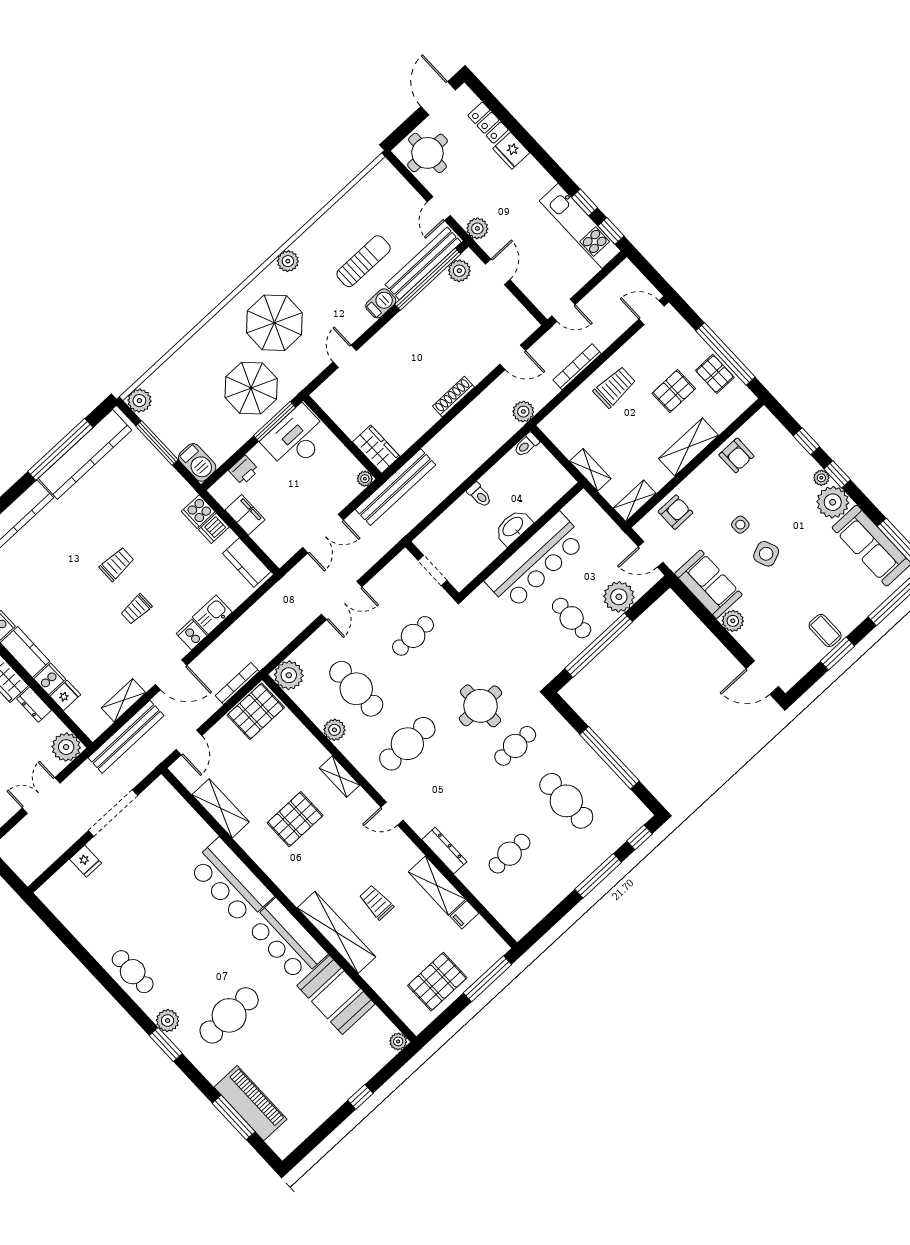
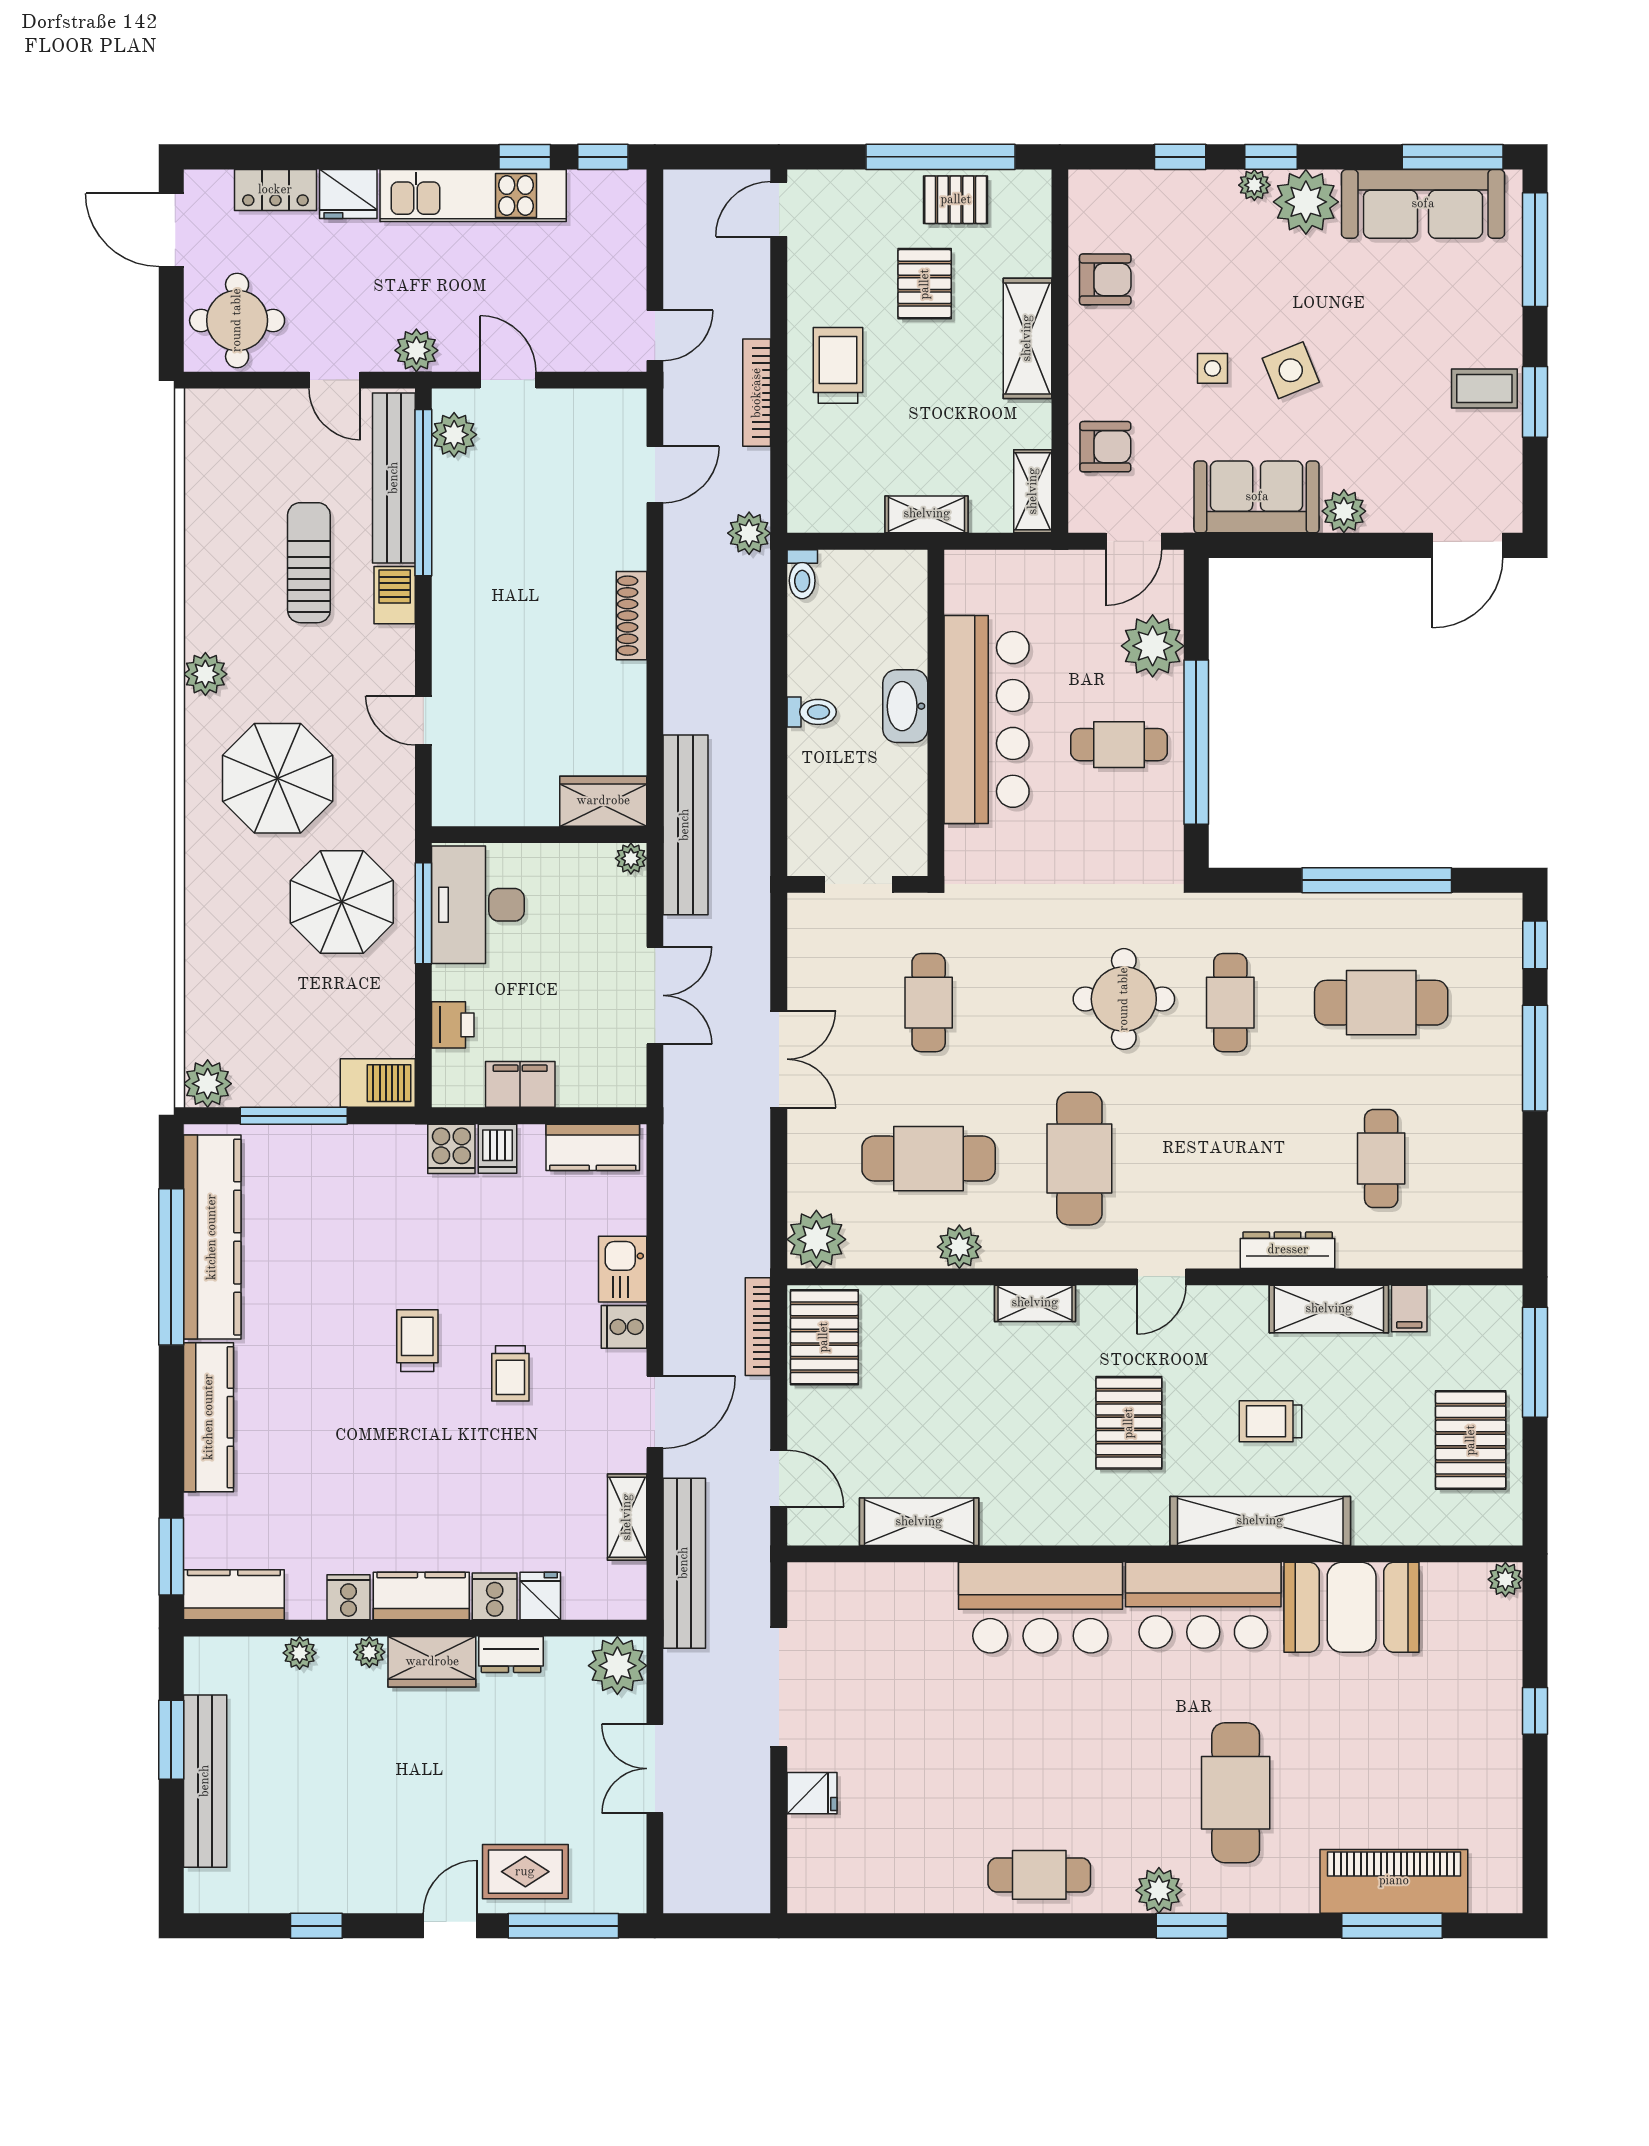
kitchen unit: (580, 226) -> (473, 196), moved
armchair: (675, 512) -> (1105, 447), turned 90
pallet: (295, 819) -> (1129, 1423), moved

